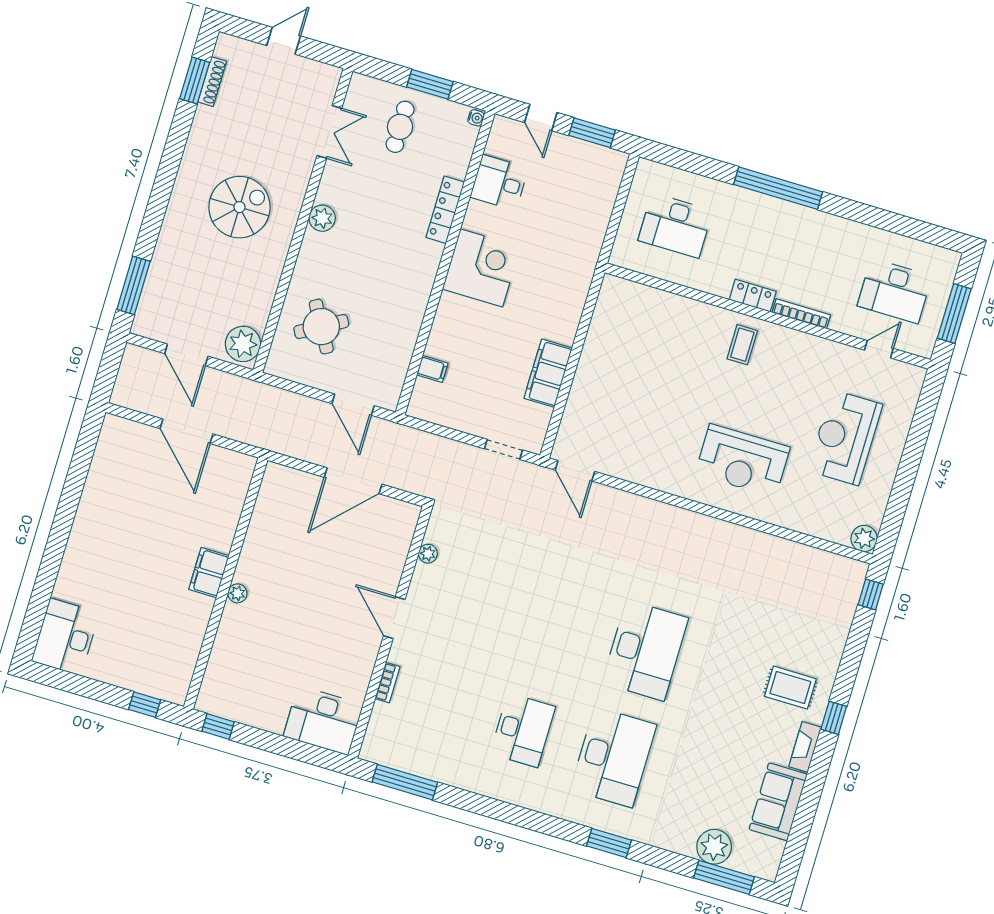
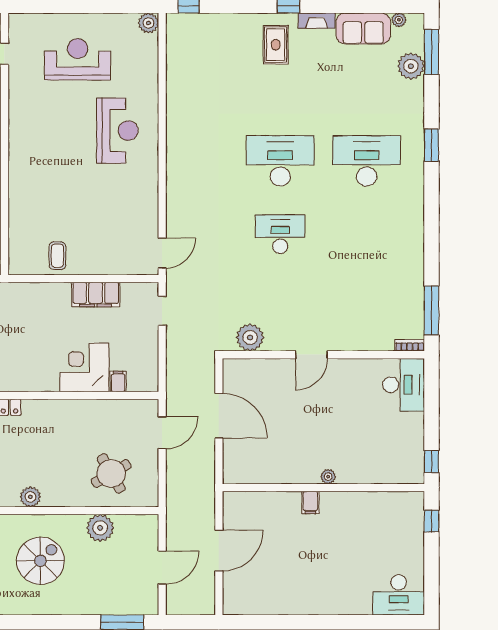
spiral stairs: (239, 207) -> (40, 561), turned 90
corner desk: (481, 268) -> (84, 367), moved
plant: (243, 344) -> (100, 528), moved
coffee table: (742, 345) -> (57, 256), moved, turned 90
reception desk: (845, 438) -> (78, 59), turned 180
plant: (428, 554) -> (250, 337), width x1.88, depth x1.88
filing cabinet: (209, 573) -> (310, 502), width x0.50
bookcase: (388, 683) -> (410, 345), moved
desk: (523, 730) -> (280, 234), moved
plant: (776, 849) -> (399, 20), added

